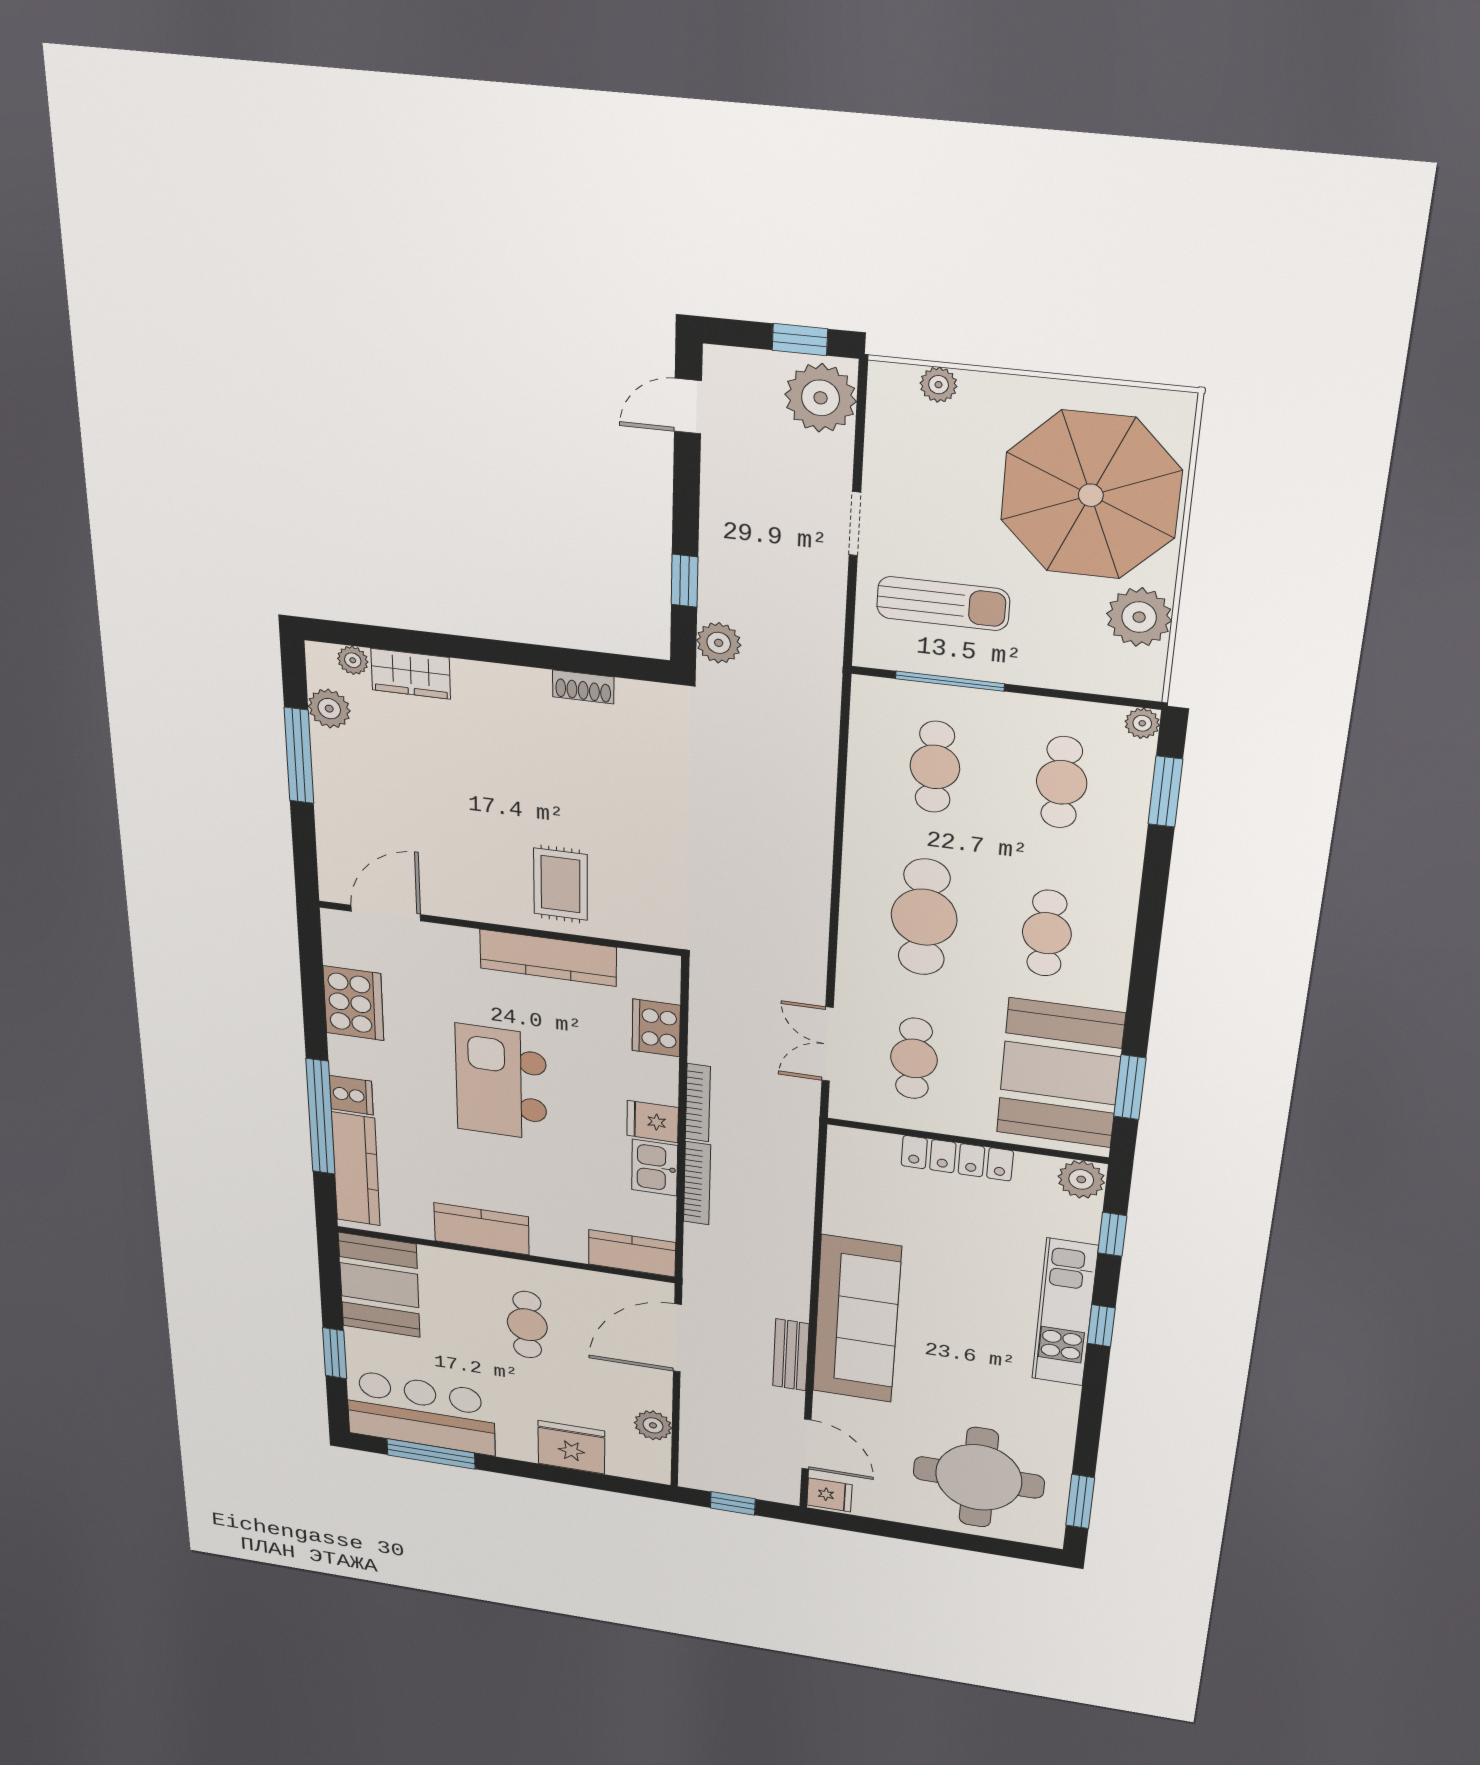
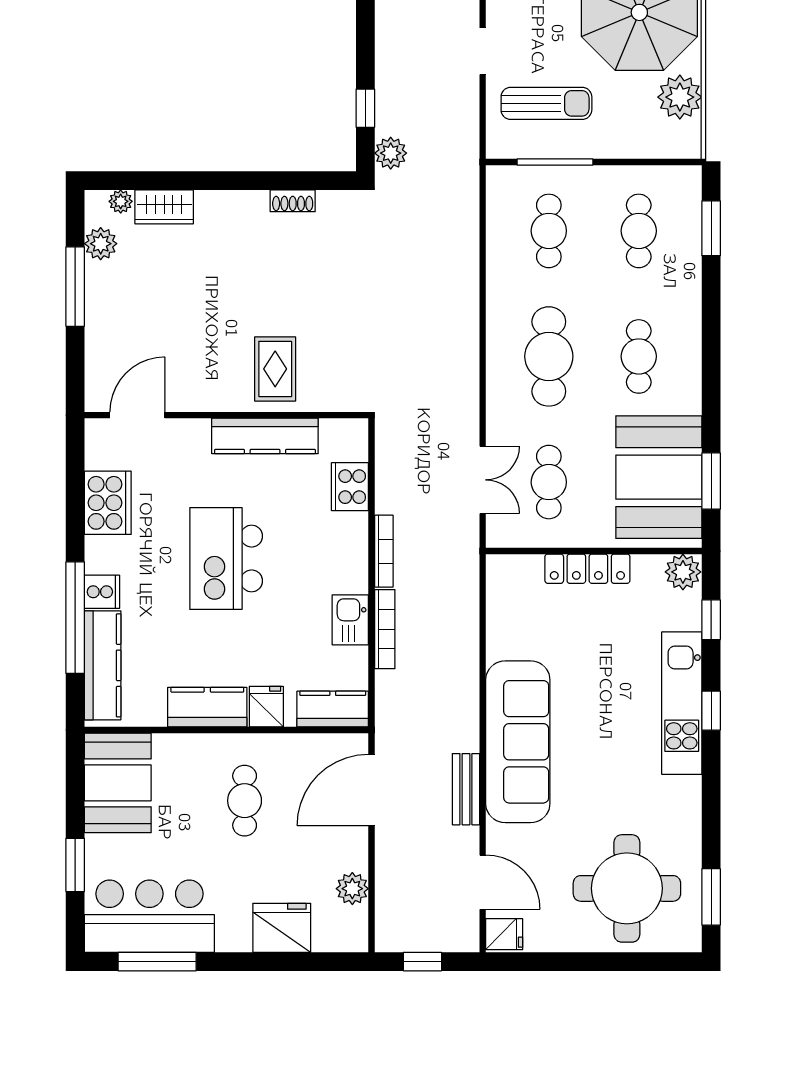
plant: (1142, 723) -> (690, 177), removed
double door: (828, 1044) -> (483, 480), swing flipped
fridge: (653, 1122) -> (266, 707), moved, turned 90

